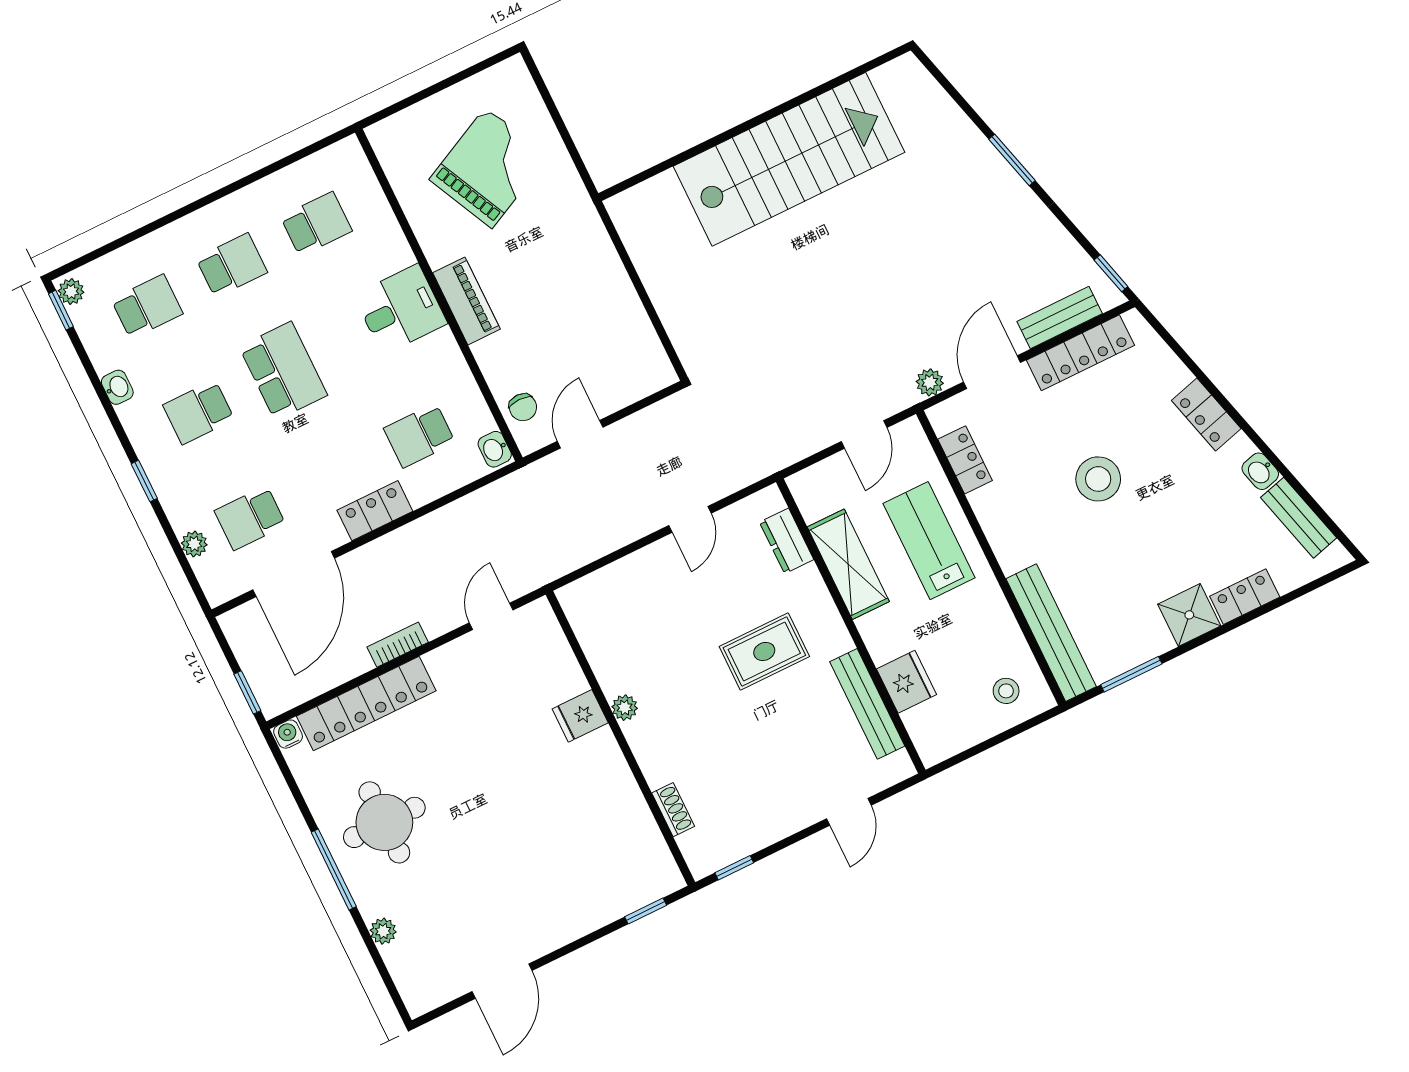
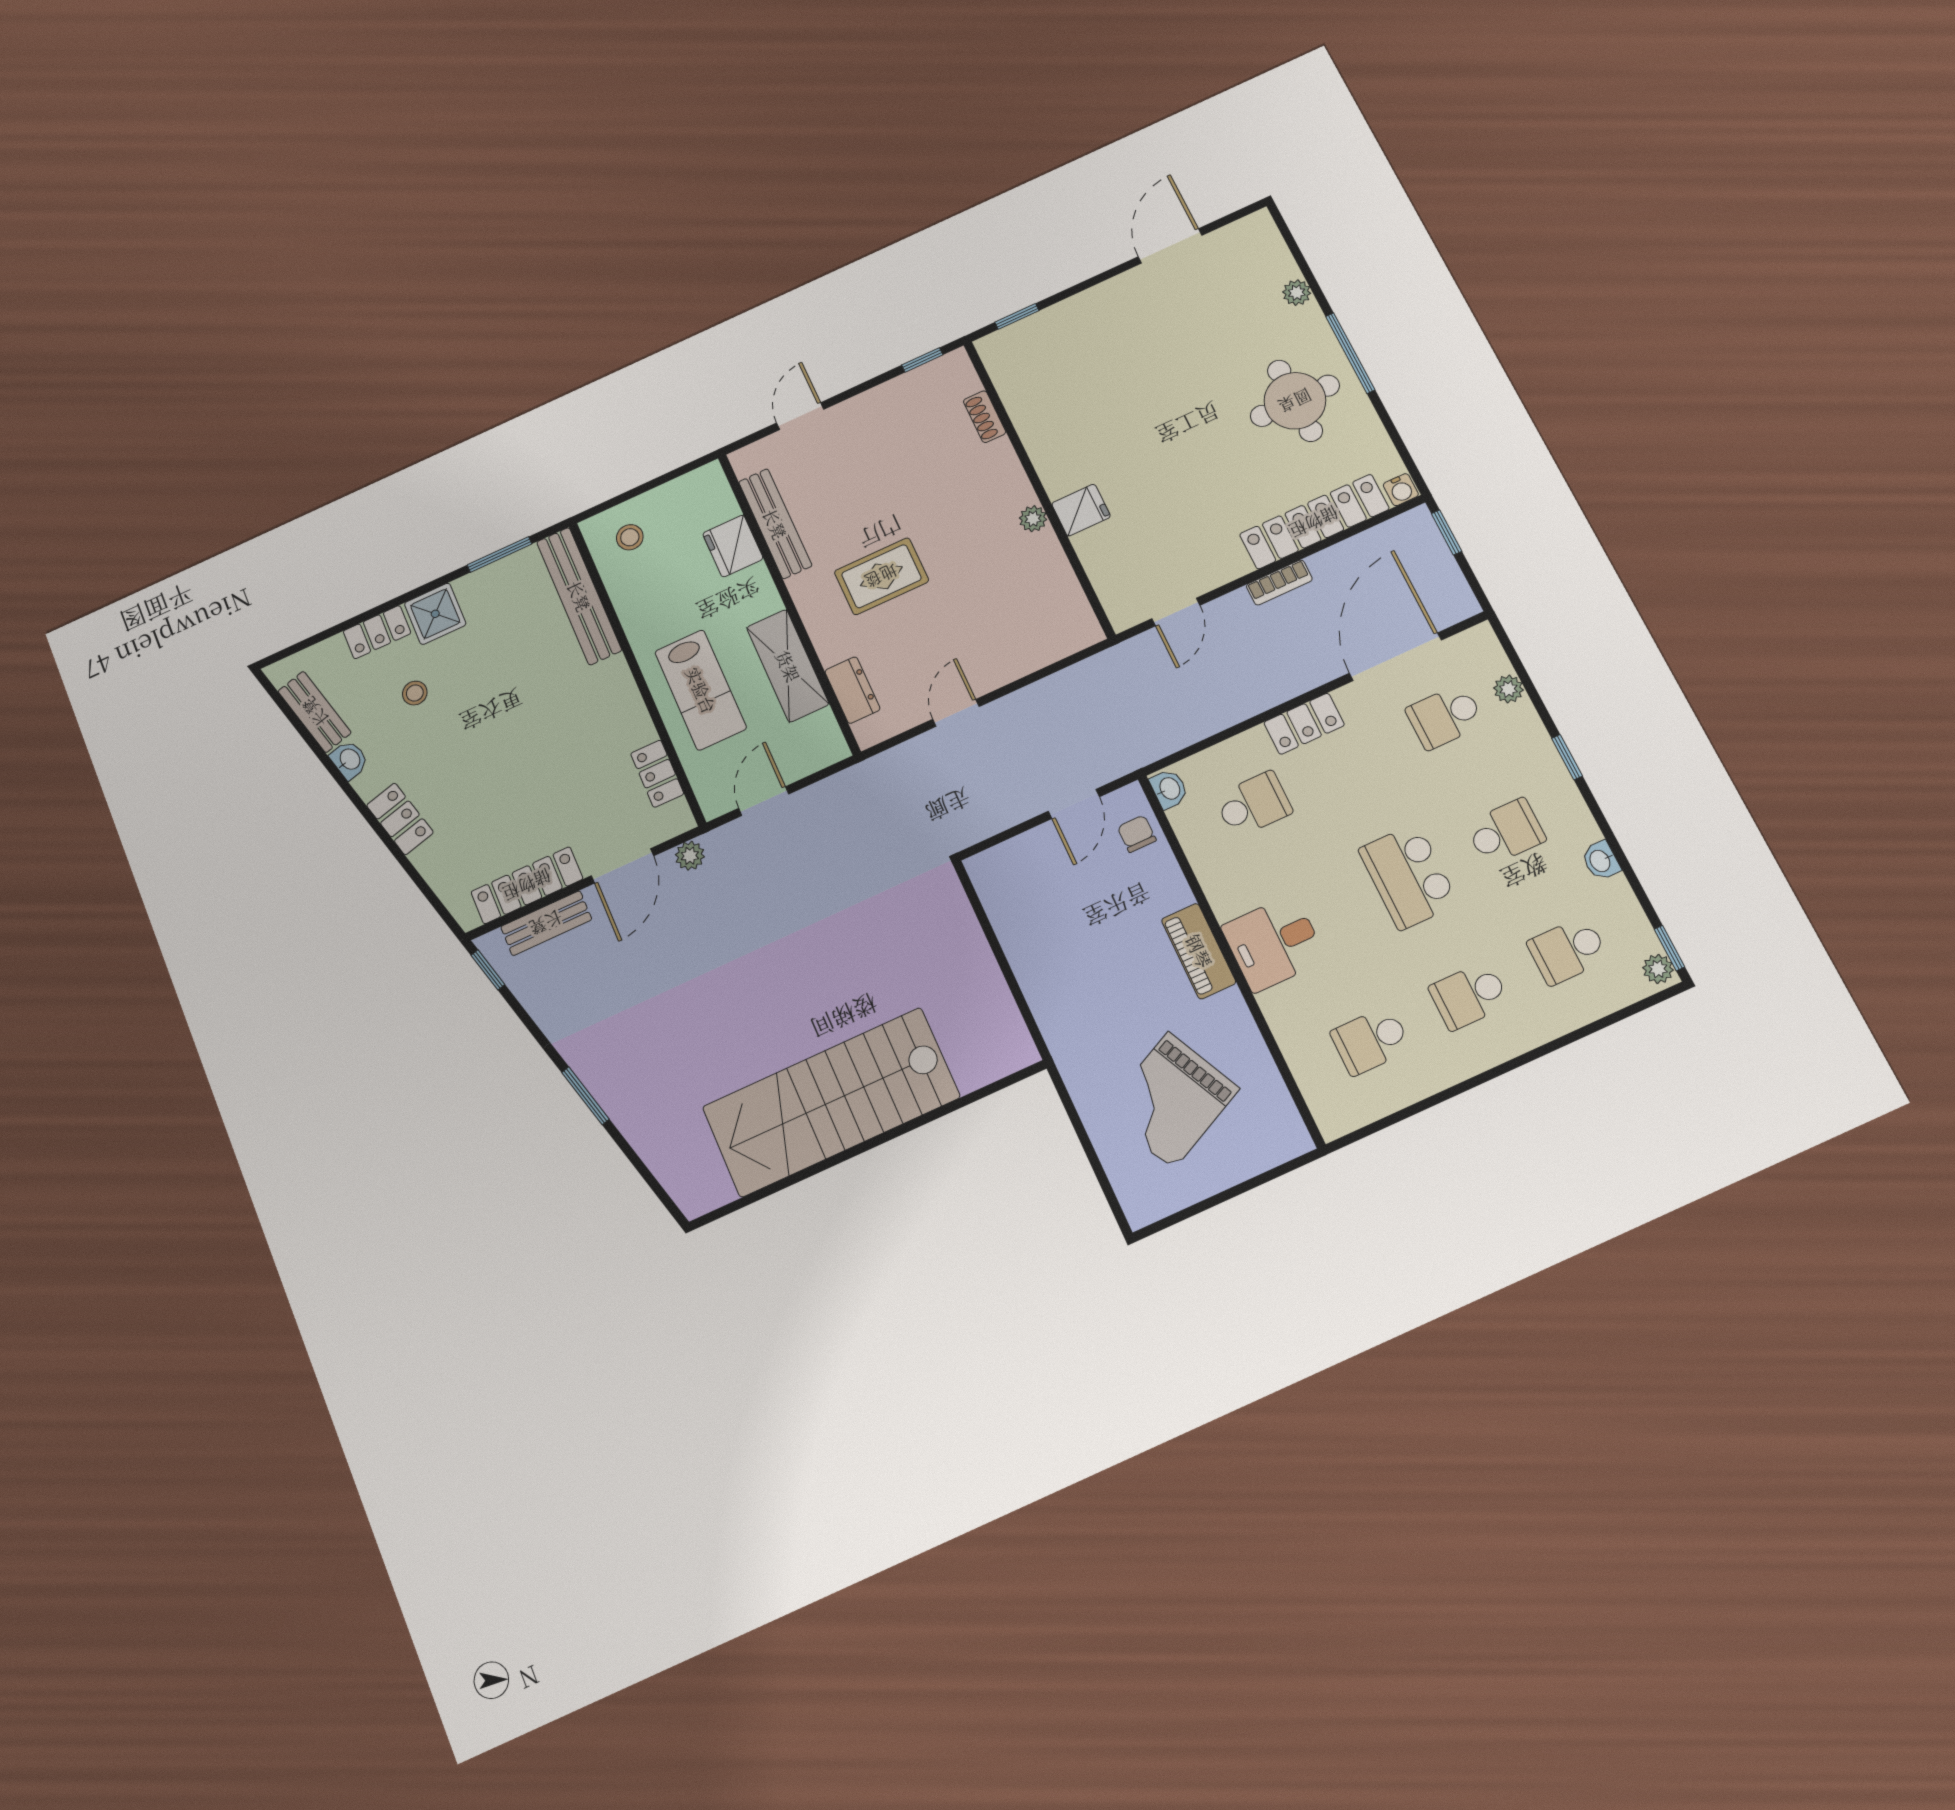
stool: (1098, 479) -> (415, 693), moved, width x0.53, depth x0.53
school desk: (250, 518) -> (1445, 717), turned 180

